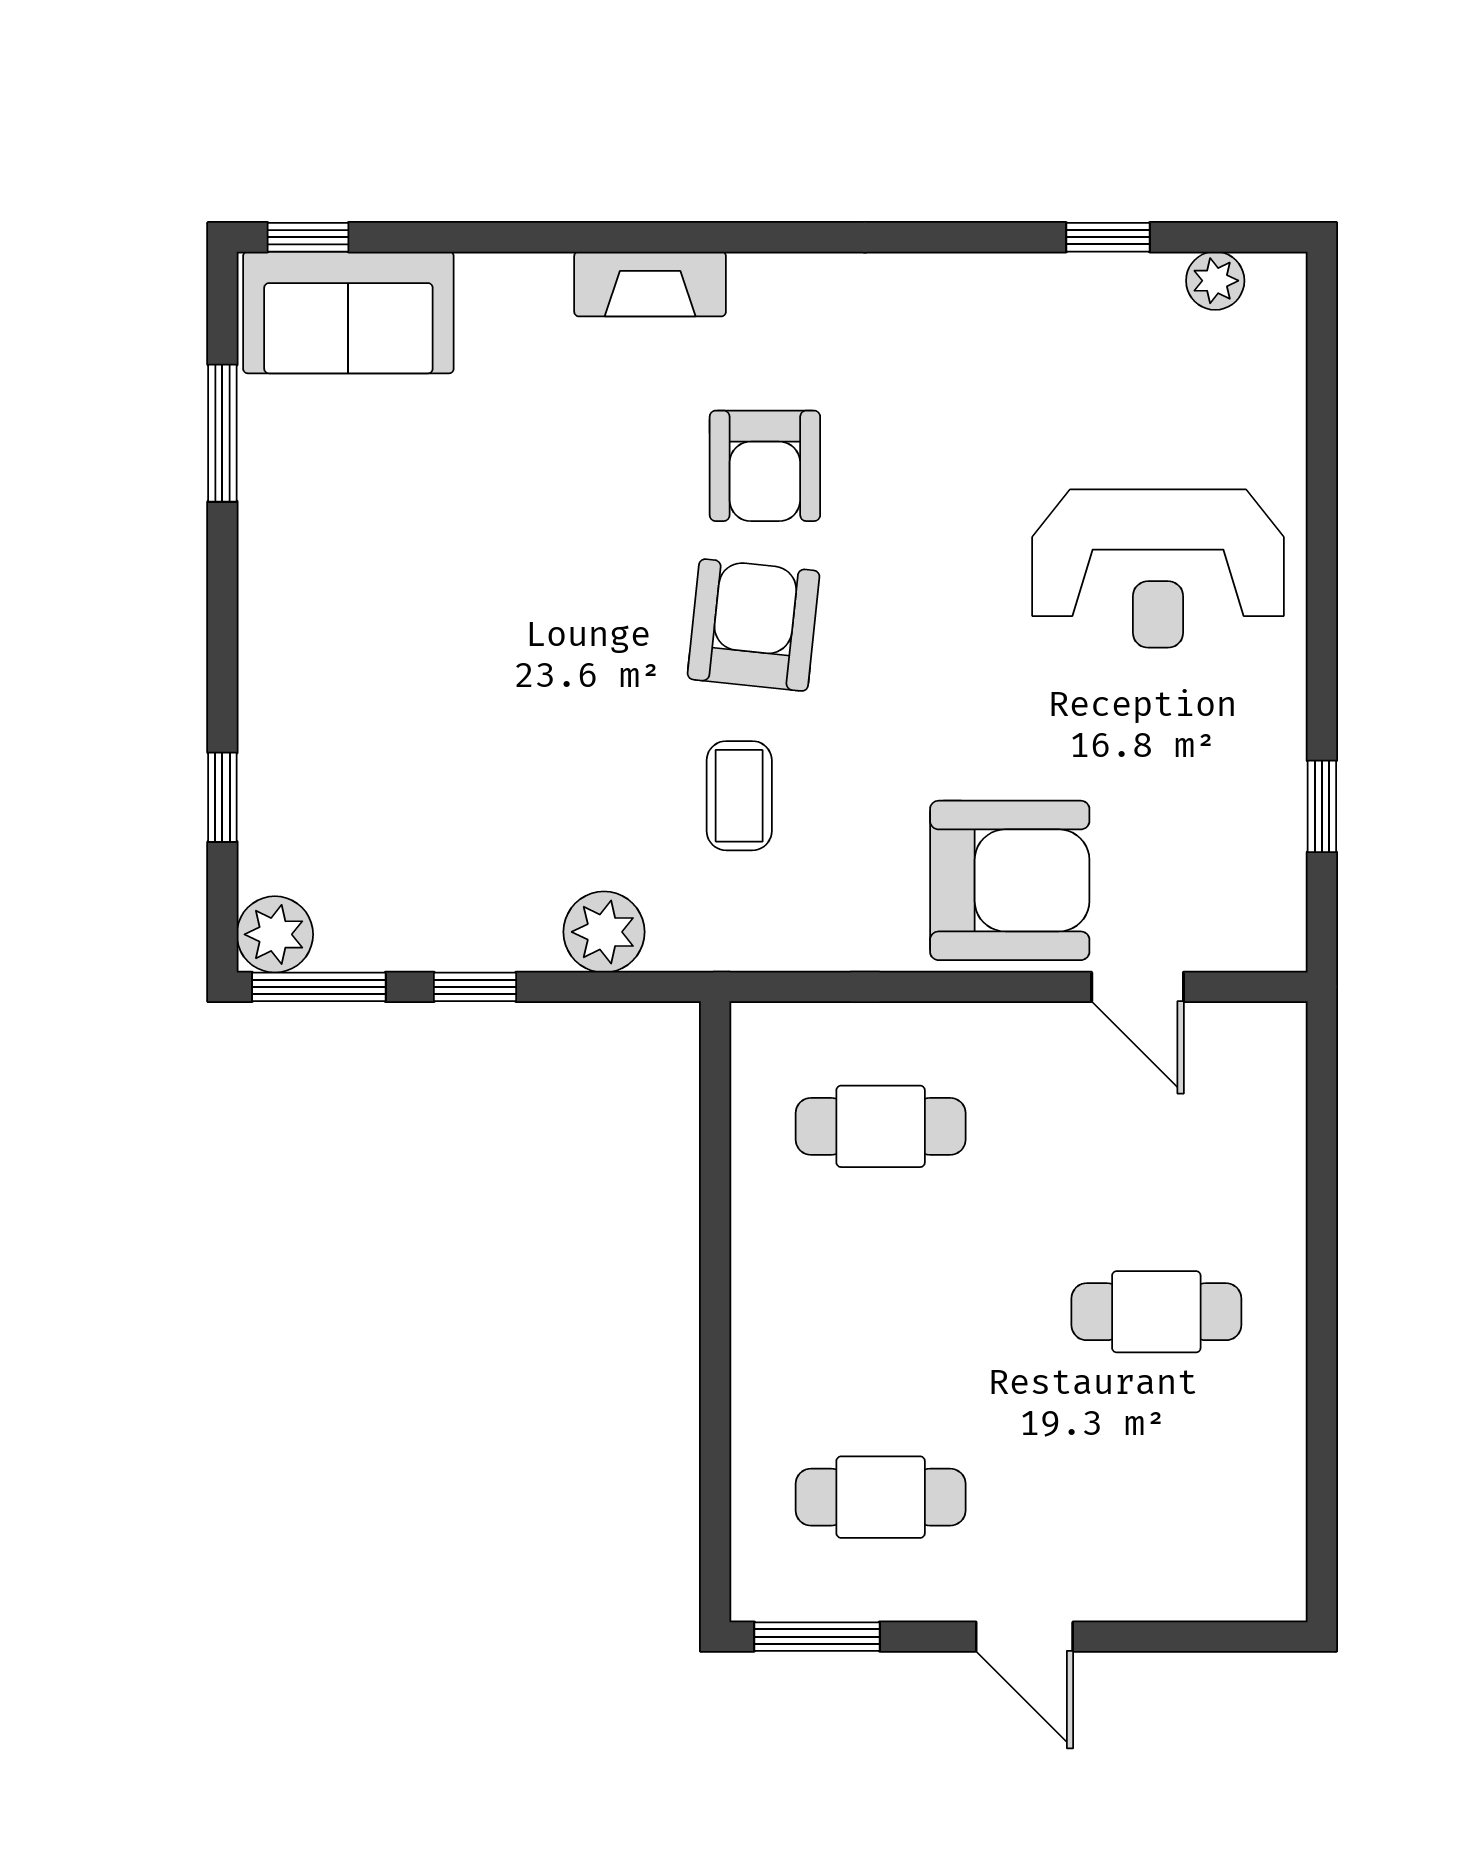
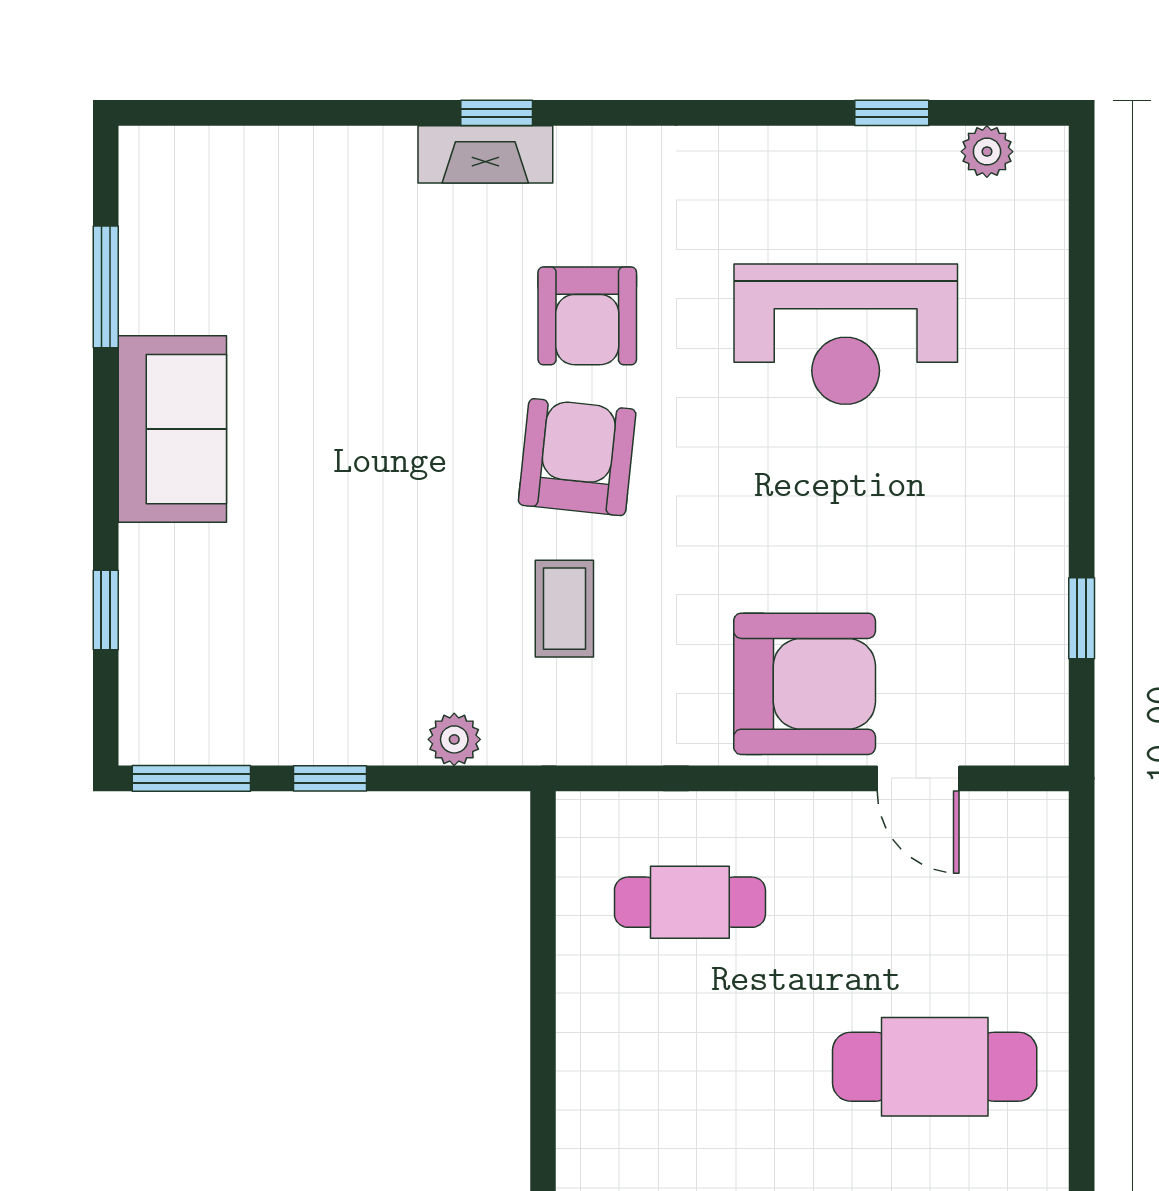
window: (308, 237) -> (497, 113), moved
sofa: (348, 312) -> (172, 429), moved, turned -90
reception desk: (1158, 569) -> (846, 334), moved
plant: (604, 932) -> (454, 739), width x0.73, depth x0.73
plant: (275, 934) -> (152, 732), removed
cafe table: (1156, 1312) -> (935, 1067), width x1.37, depth x1.35

